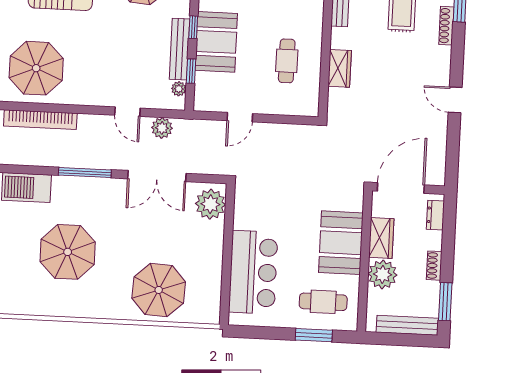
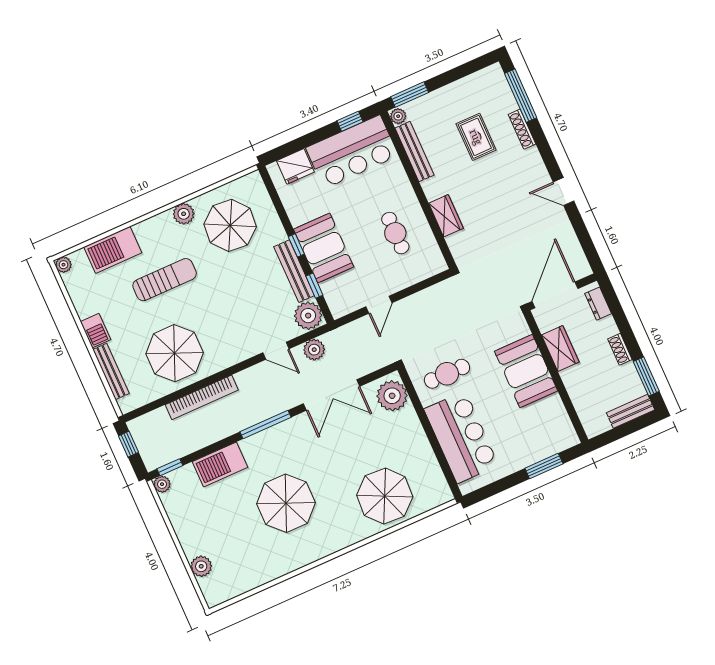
plant: (179, 89) -> (308, 316), width x1.87, depth x1.87
plant: (383, 274) -> (578, 380), removed
cafe table: (323, 302) -> (447, 374), moved
bench: (407, 325) -> (631, 411), width x0.73

